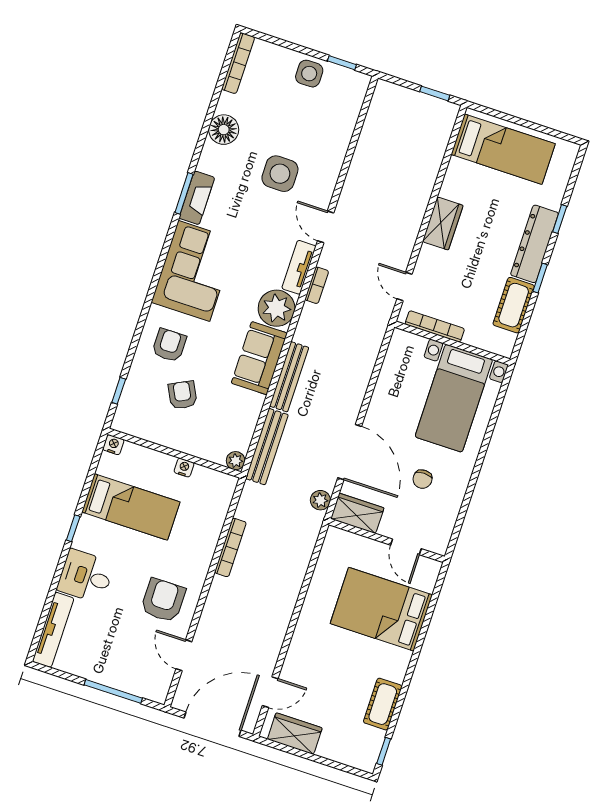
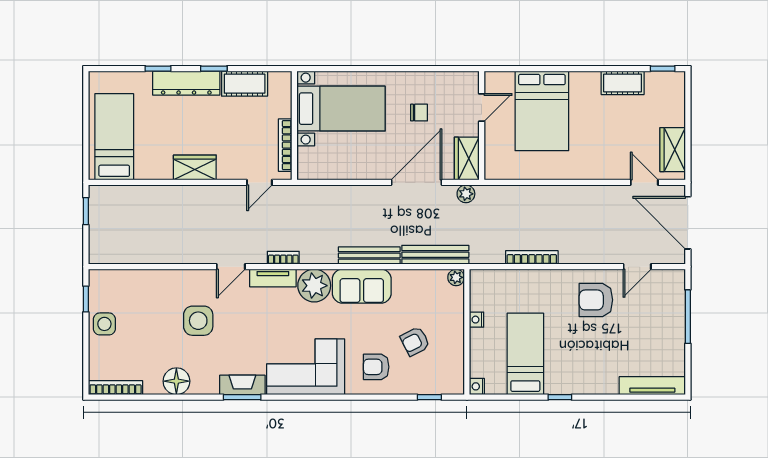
desk: (86, 576) -> (597, 373), removed

